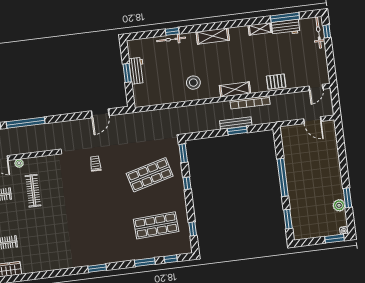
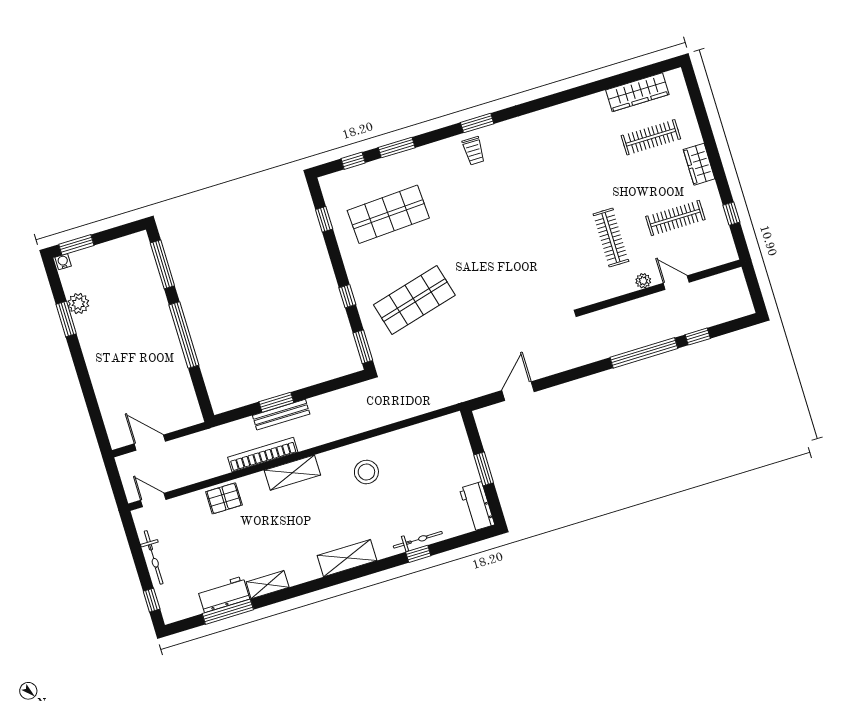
bicycle: (319, 32) -> (154, 557), moved
workbench: (137, 71) -> (477, 506), moved
door: (316, 88) -> (153, 500), hinge flipped
trolley: (95, 164) -> (474, 151), moved
window: (288, 219) -> (162, 264), width x1.44

